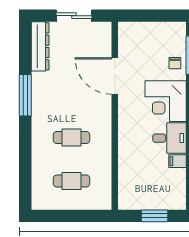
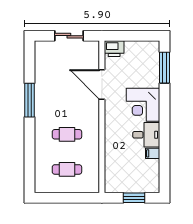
printer: (130, 32) -> (114, 49), added
dresser: (40, 46) -> (42, 61), removed
chair: (175, 63) -> (151, 74), removed

